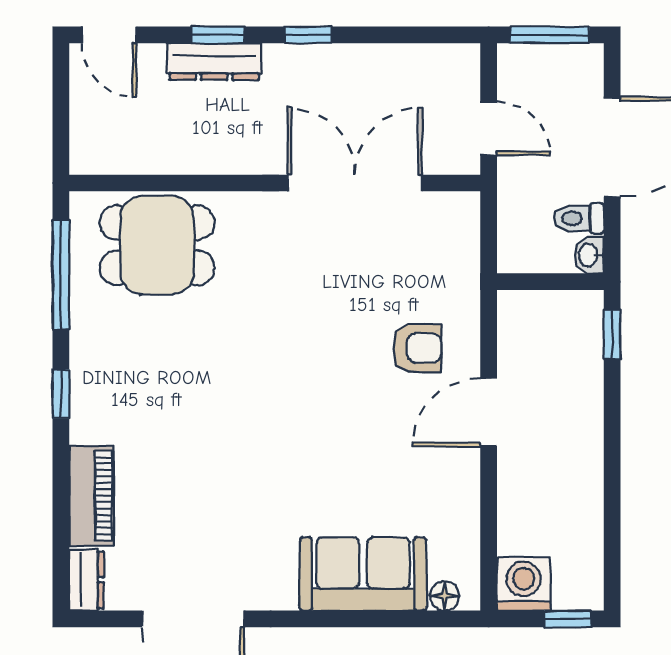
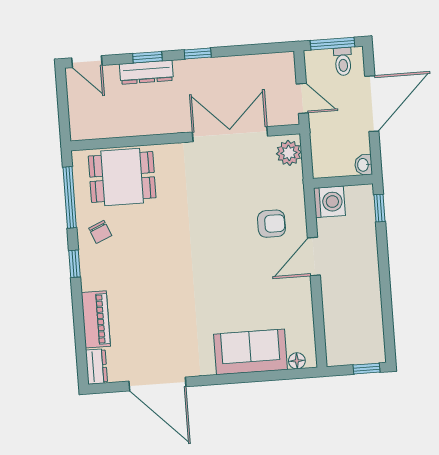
toilet: (579, 218) -> (343, 61), moved, turned -90
plant: (458, 224) -> (289, 153), added
chair: (111, 340) -> (100, 232), added
washing machine: (524, 584) -> (329, 202), moved, turned 90

